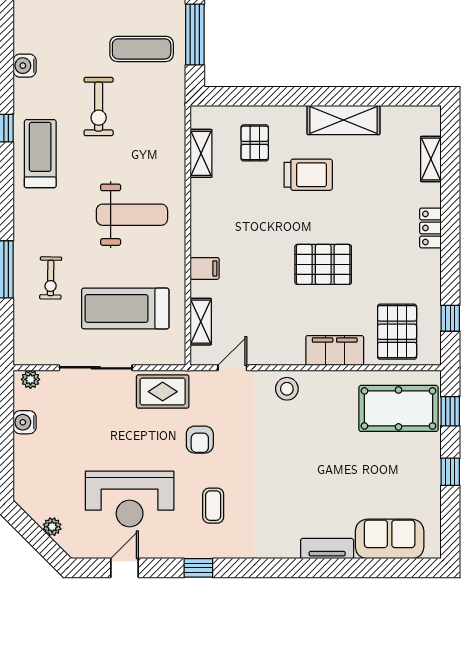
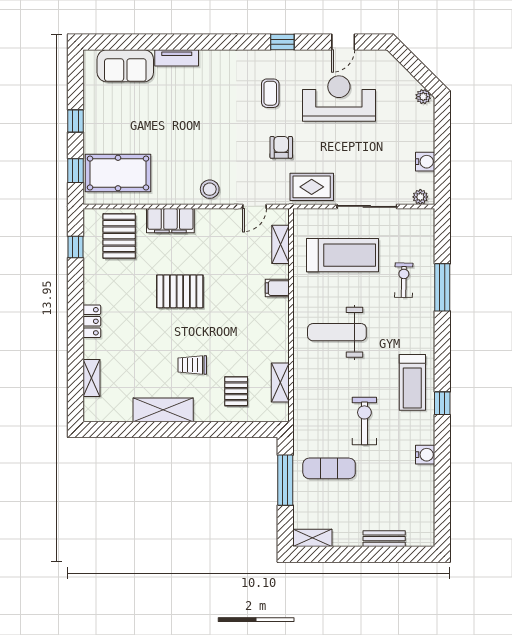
trolley: (308, 175) -> (192, 365), width x0.73, depth x0.72
plant: (52, 527) -> (423, 97), moved

